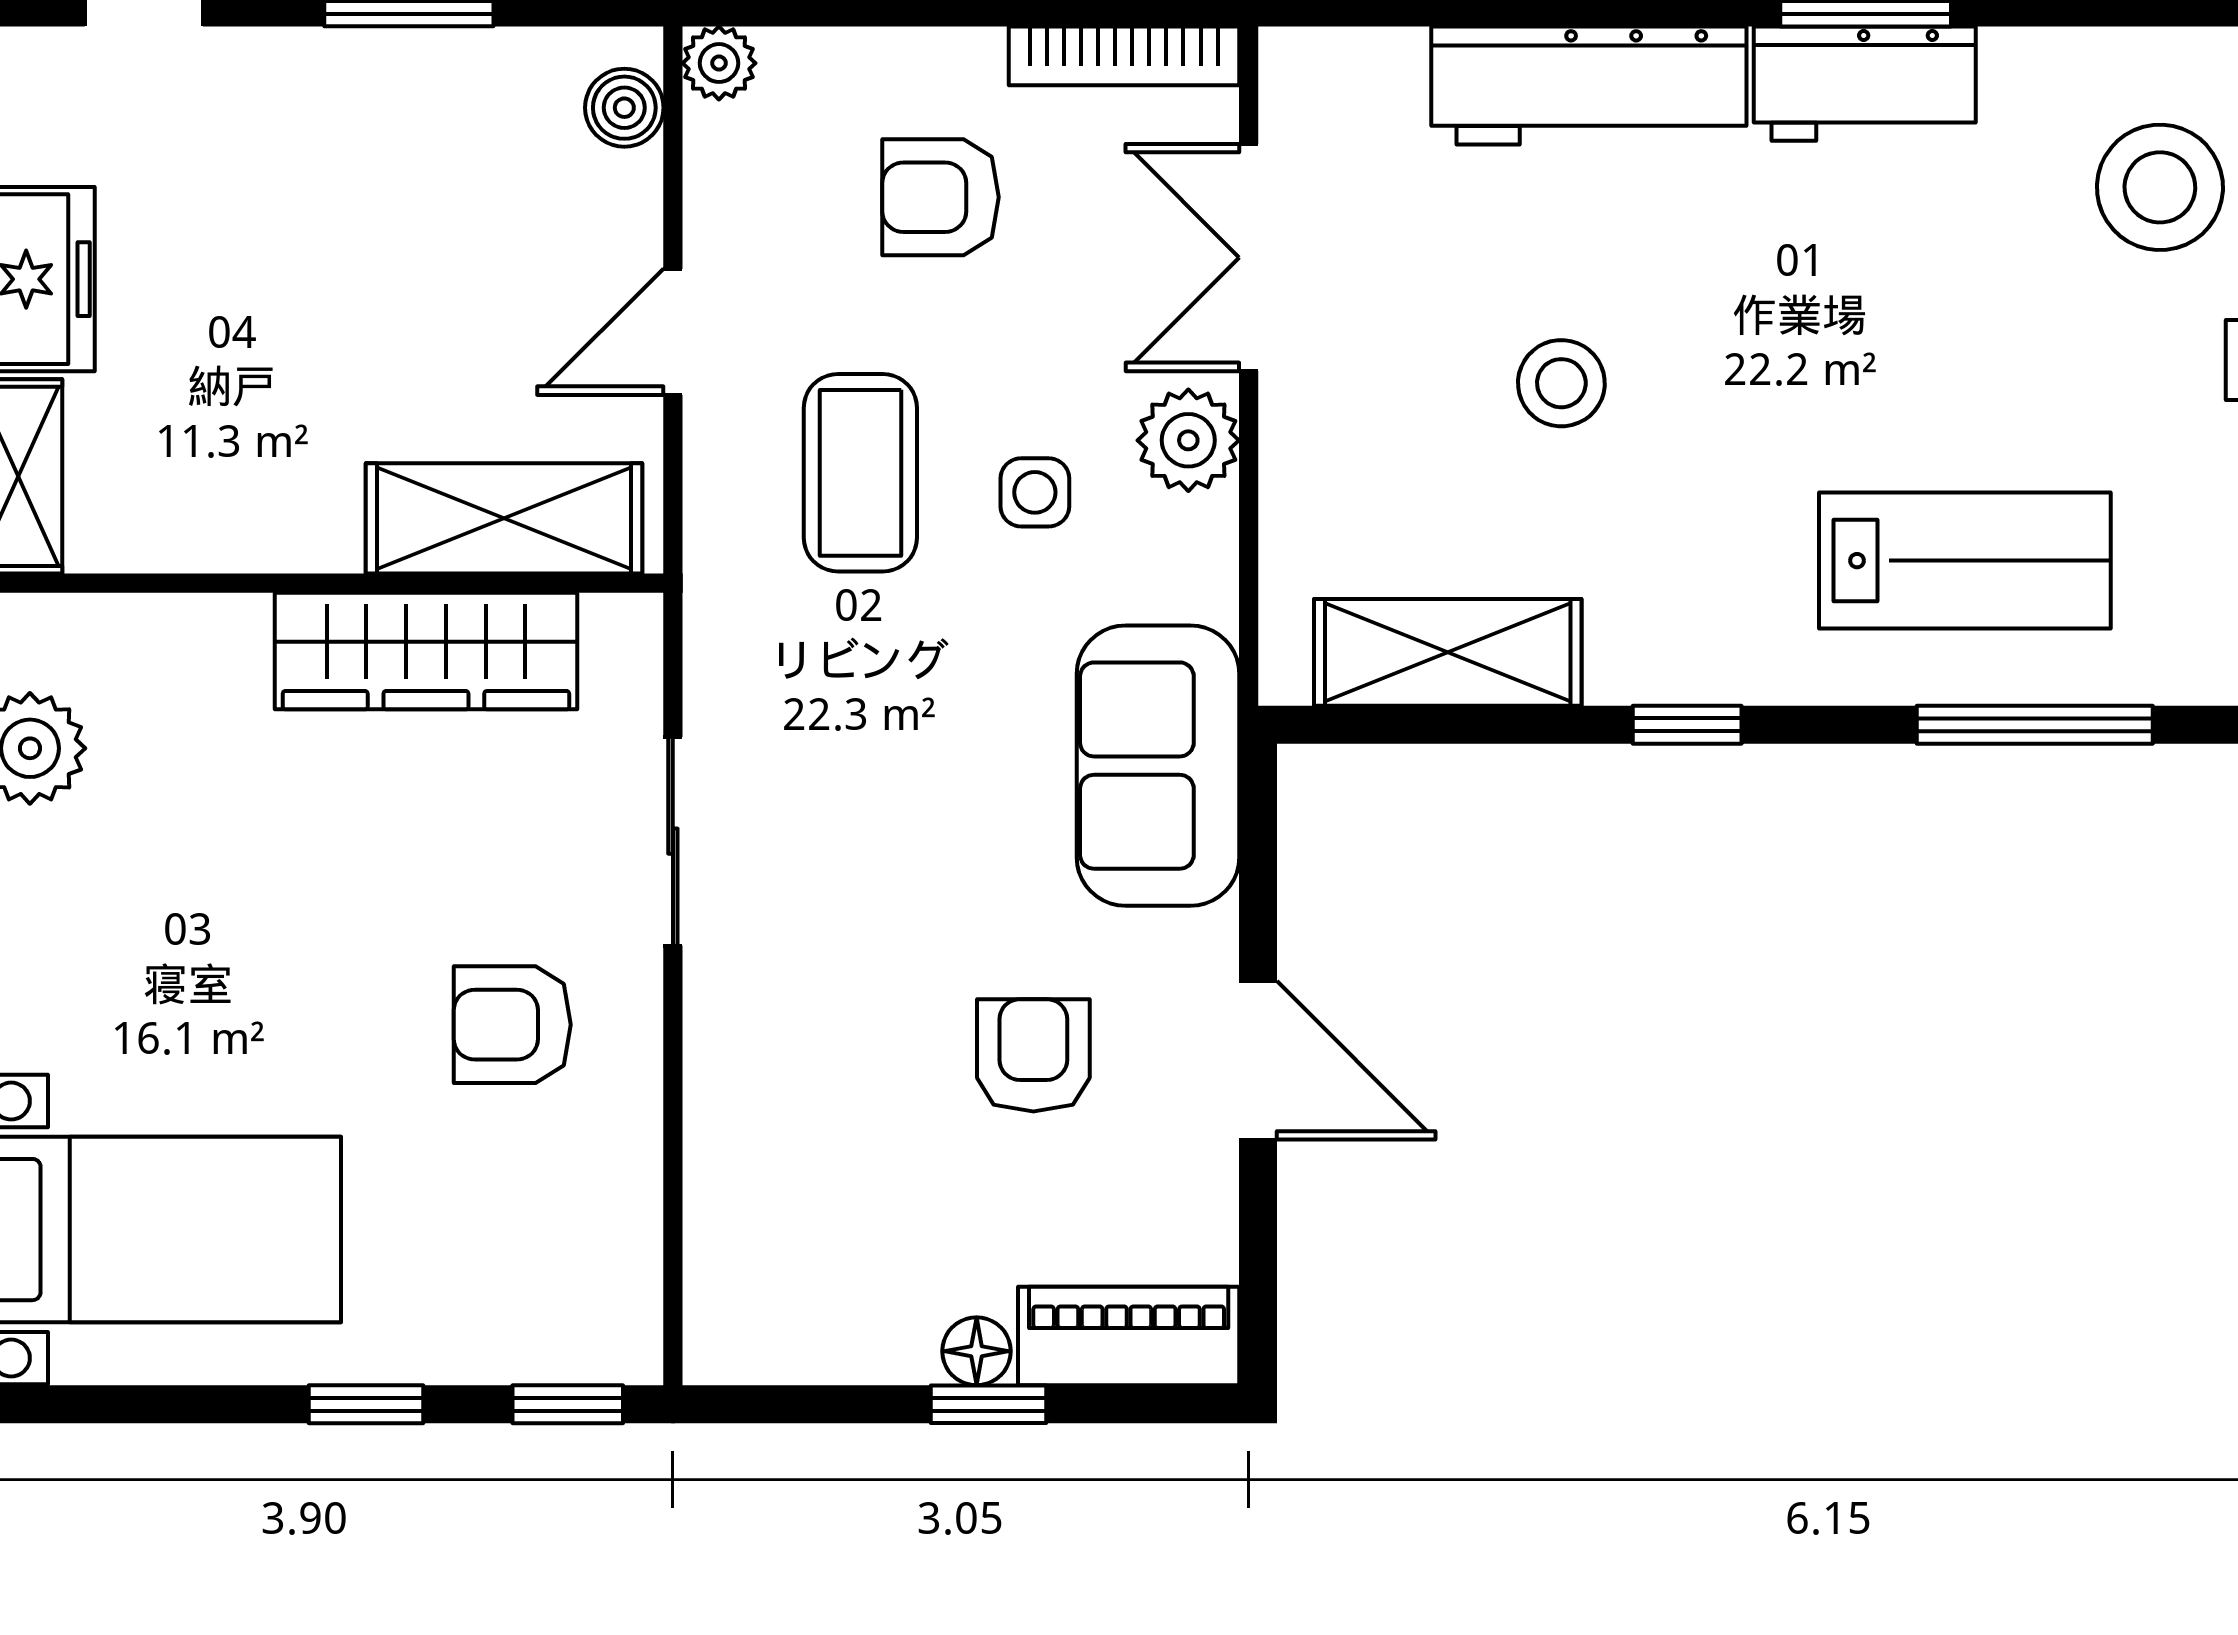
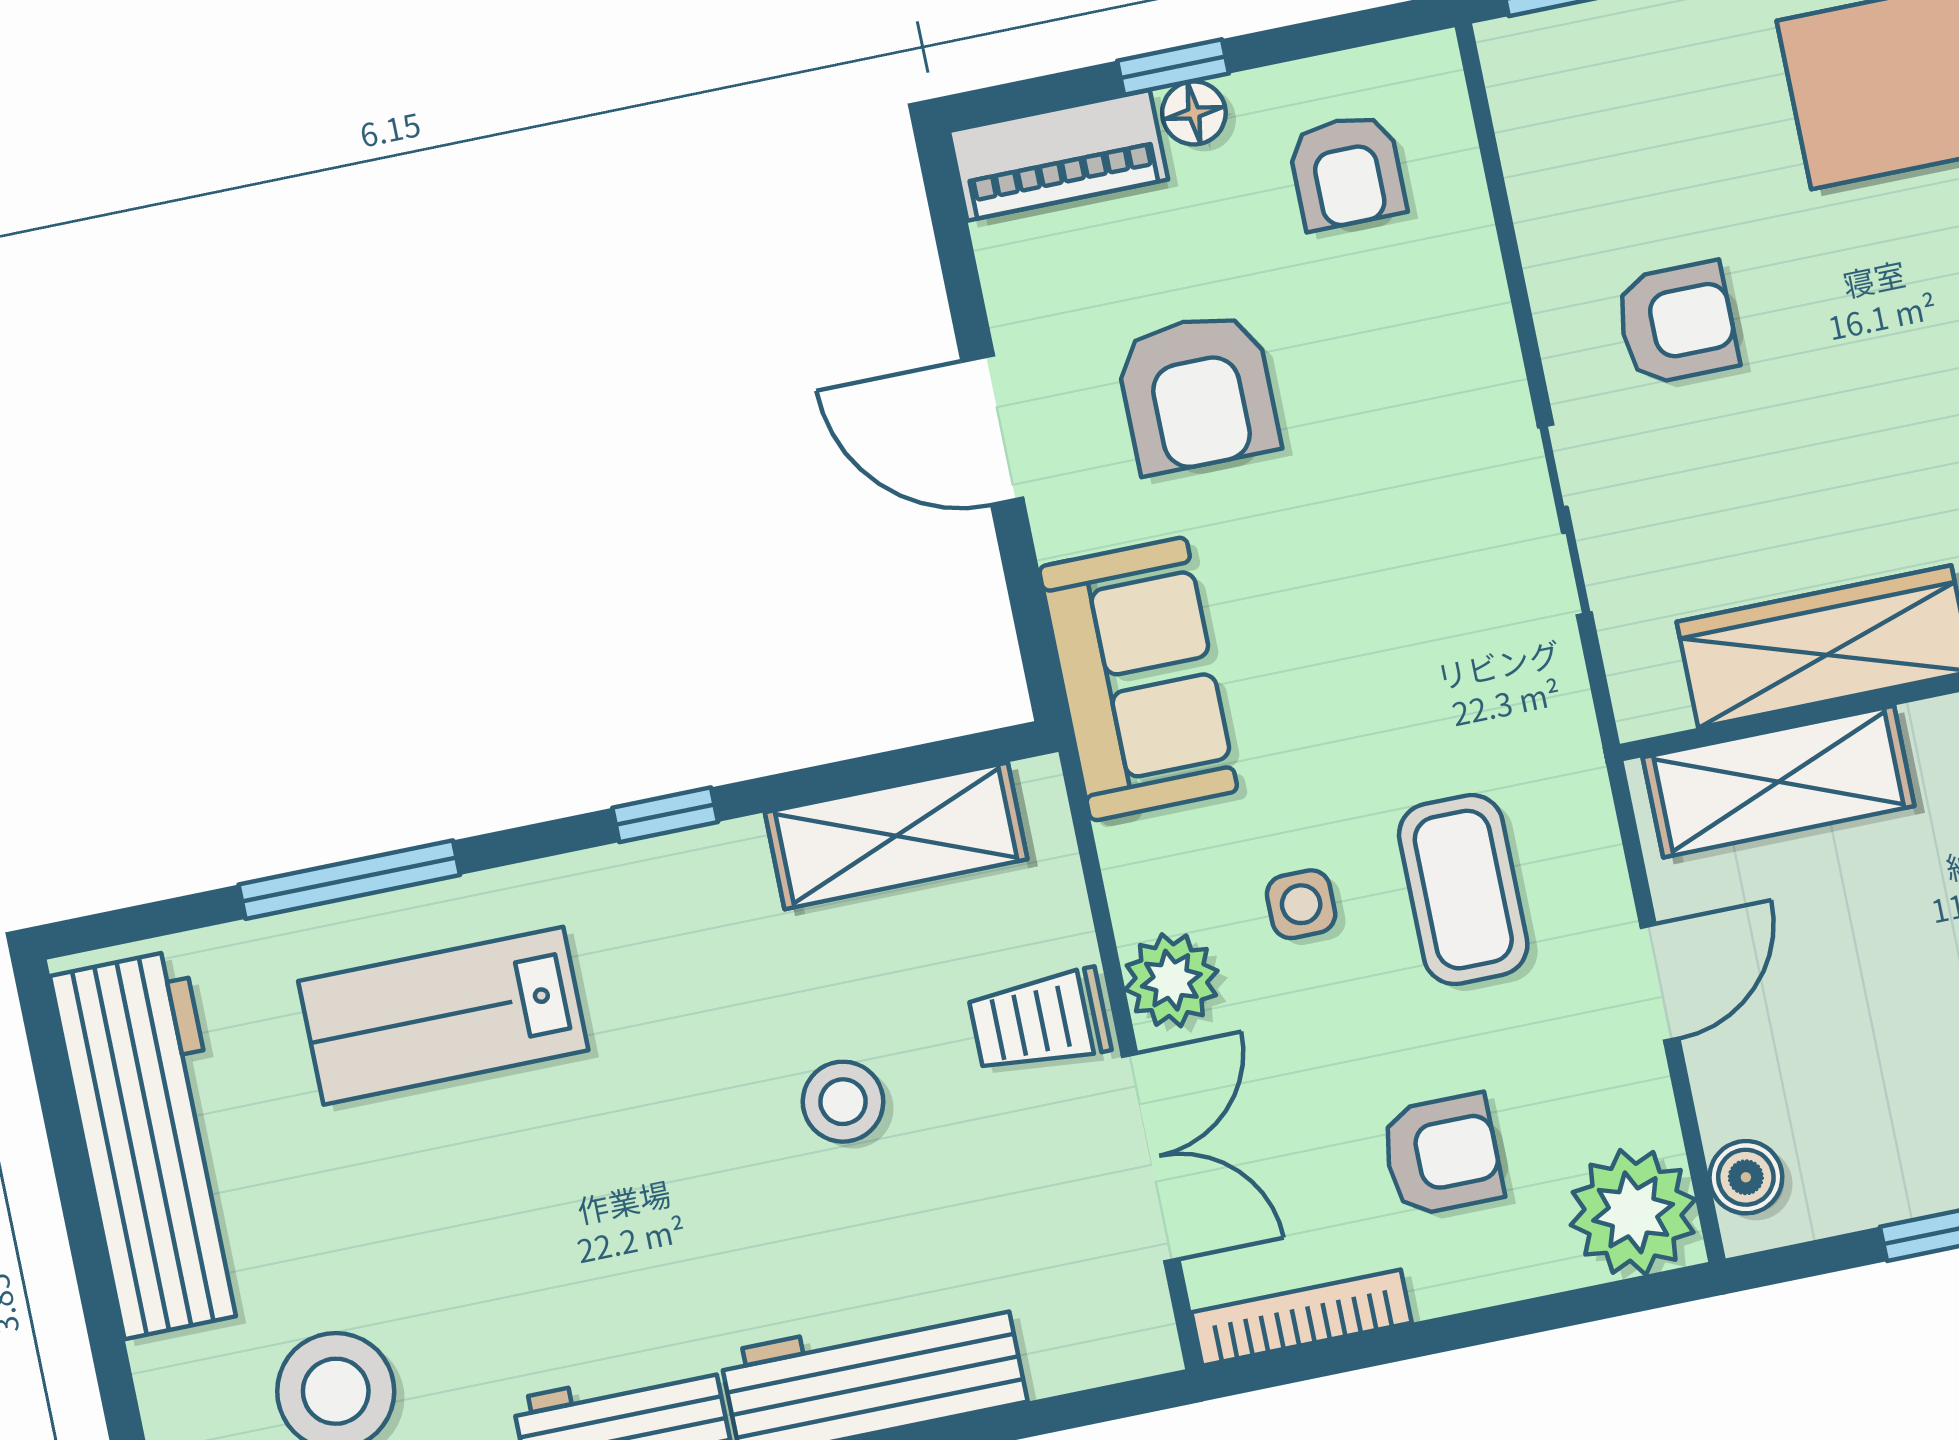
plant: (719, 63) -> (1633, 1212), width x1.88, depth x1.88
trolley: (1336, 426) -> (1040, 1021), added
armchair: (1033, 1055) -> (1197, 392), width x1.38, depth x1.38
armchair: (828, 1256) -> (1347, 172), added

